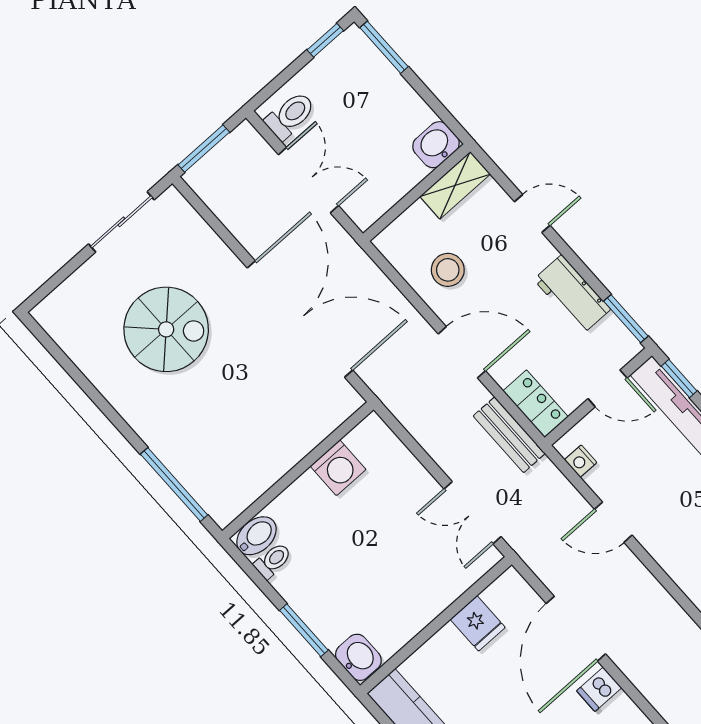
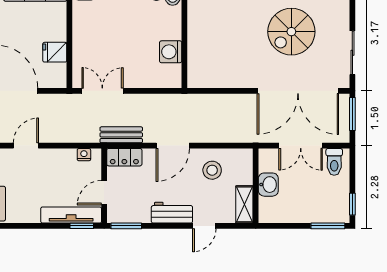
washbasin: (436, 145) -> (268, 185), moved
workbench: (572, 294) -> (172, 213), moved
double door: (300, 319) -> (298, 91), moved
door: (613, 522) -> (26, 146), moved

